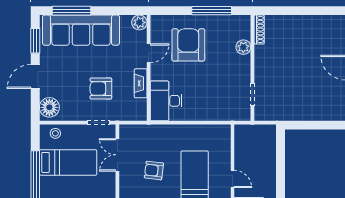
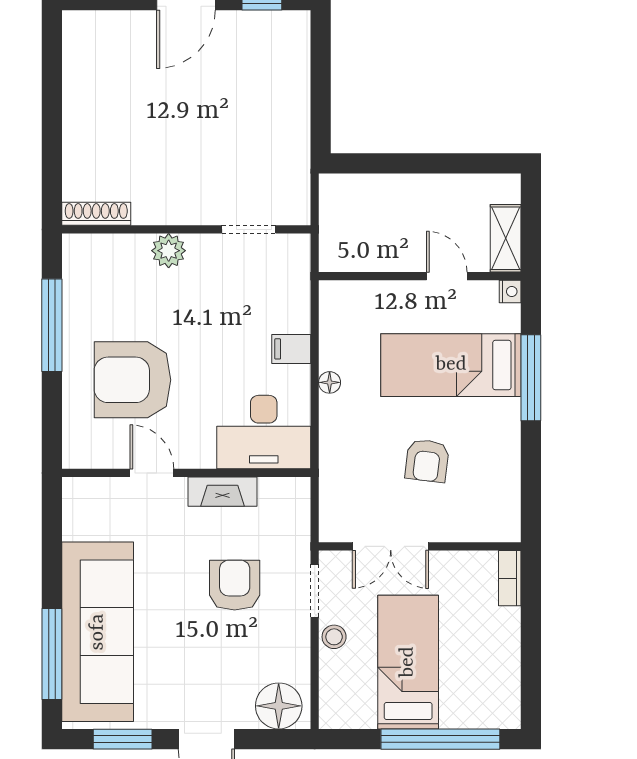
plant: (139, 22) -> (80, 495), removed
plant: (243, 47) -> (169, 251), moved
armchair: (101, 89) -> (235, 585), turned 180
filing cabinet: (201, 113) -> (291, 349), added
floor lamp: (187, 129) -> (330, 382), added
stool: (55, 133) -> (334, 637), moved
door: (232, 179) -> (447, 276), hinge flipped

